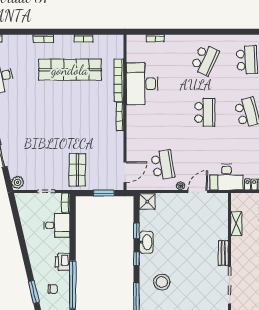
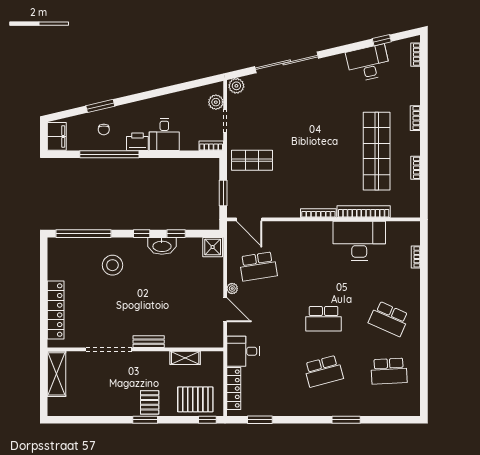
desk: (226, 177) -> (243, 351), width x0.73
plant: (31, 199) -> (216, 102), added
desk: (57, 225) -> (164, 135), moved

